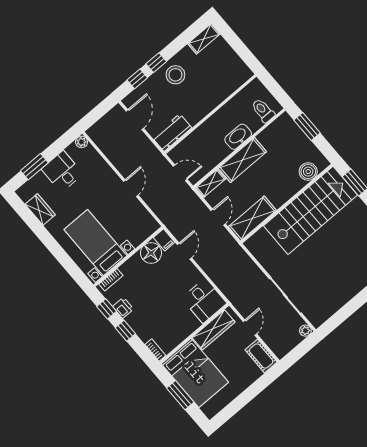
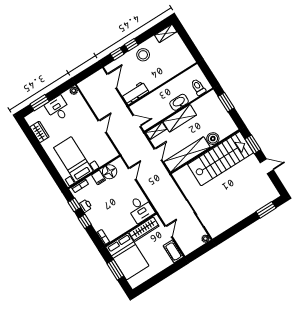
boiler: (308, 172) -> (213, 139), moved
shelving: (252, 219) -> (187, 154), width x1.47
filing cabinet: (164, 240) -> (99, 178), moved

